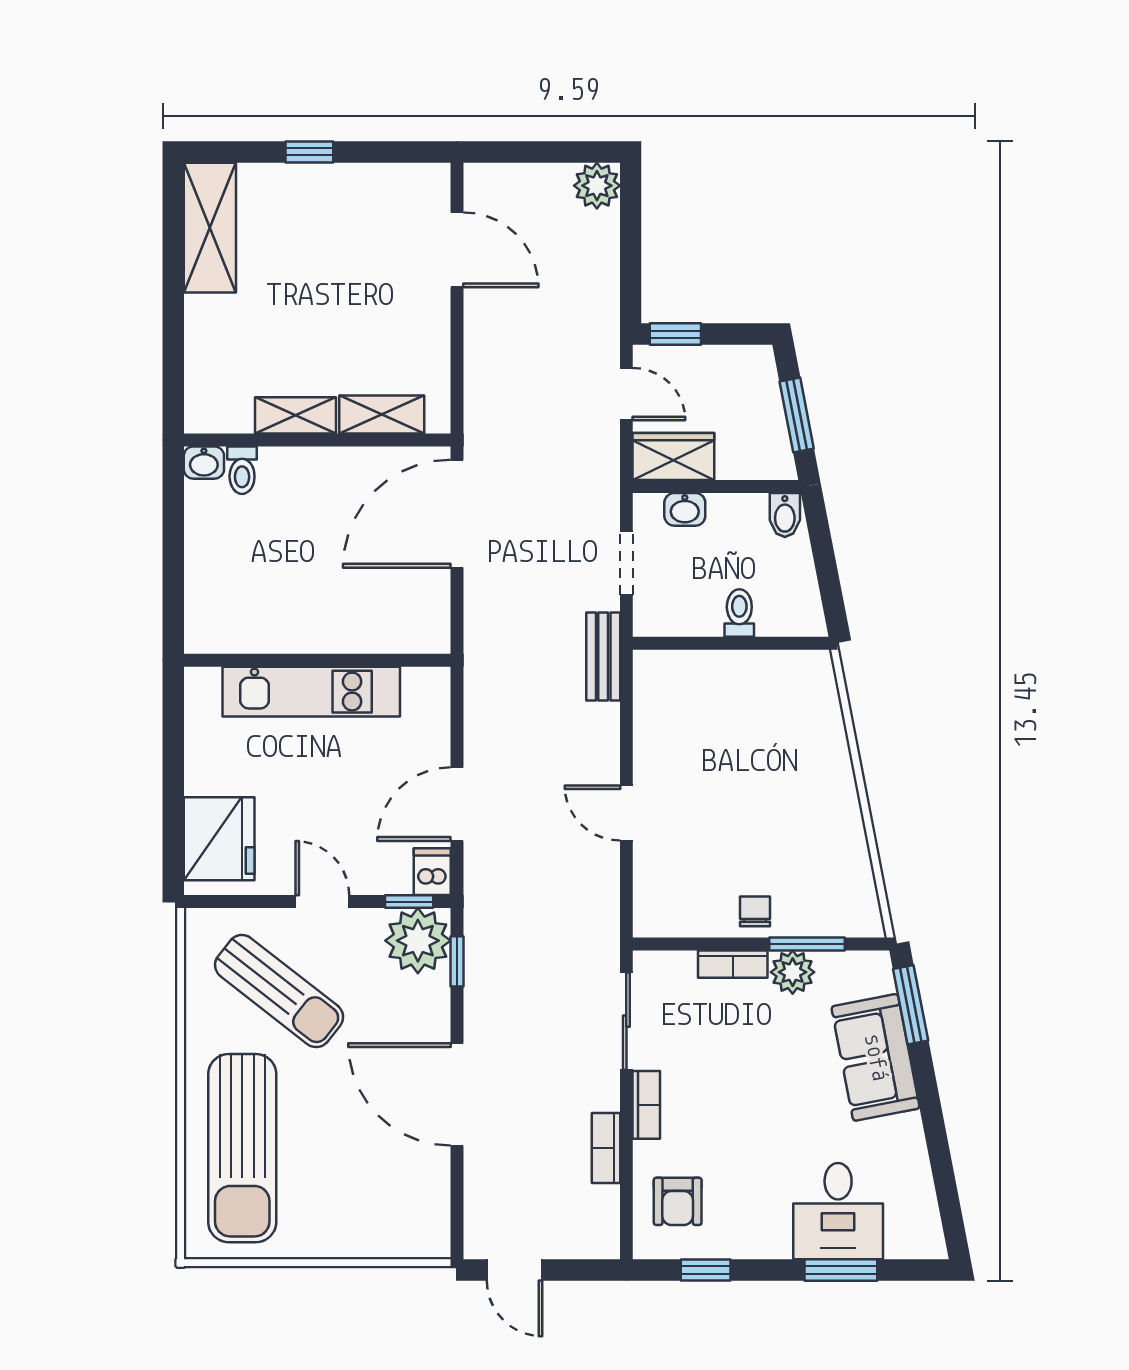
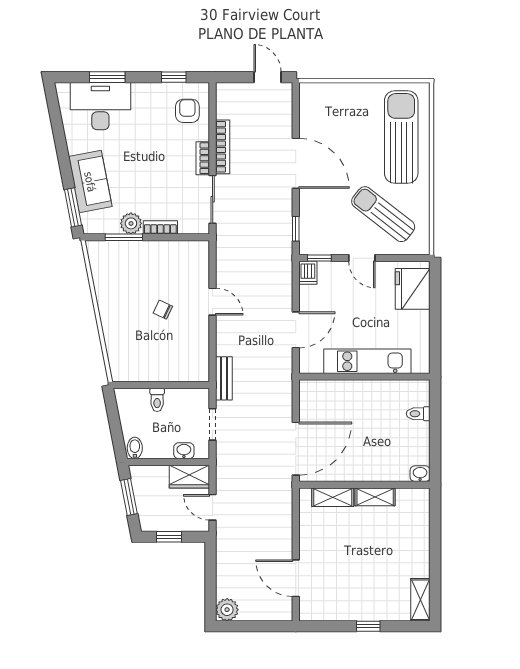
shelving: (210, 228) -> (420, 600), width x0.67, depth x0.75
window: (675, 334) -> (169, 537), moved
toilet: (242, 470) -> (418, 414), moved, turned -90
door: (457, 804) -> (296, 330), moved
chair: (755, 911) -> (163, 310), moved, turned 115
plant: (418, 941) -> (315, 239), removed
bookcase: (606, 1148) -> (223, 147), width x1.56
desk: (838, 1211) -> (100, 106), width x1.37

